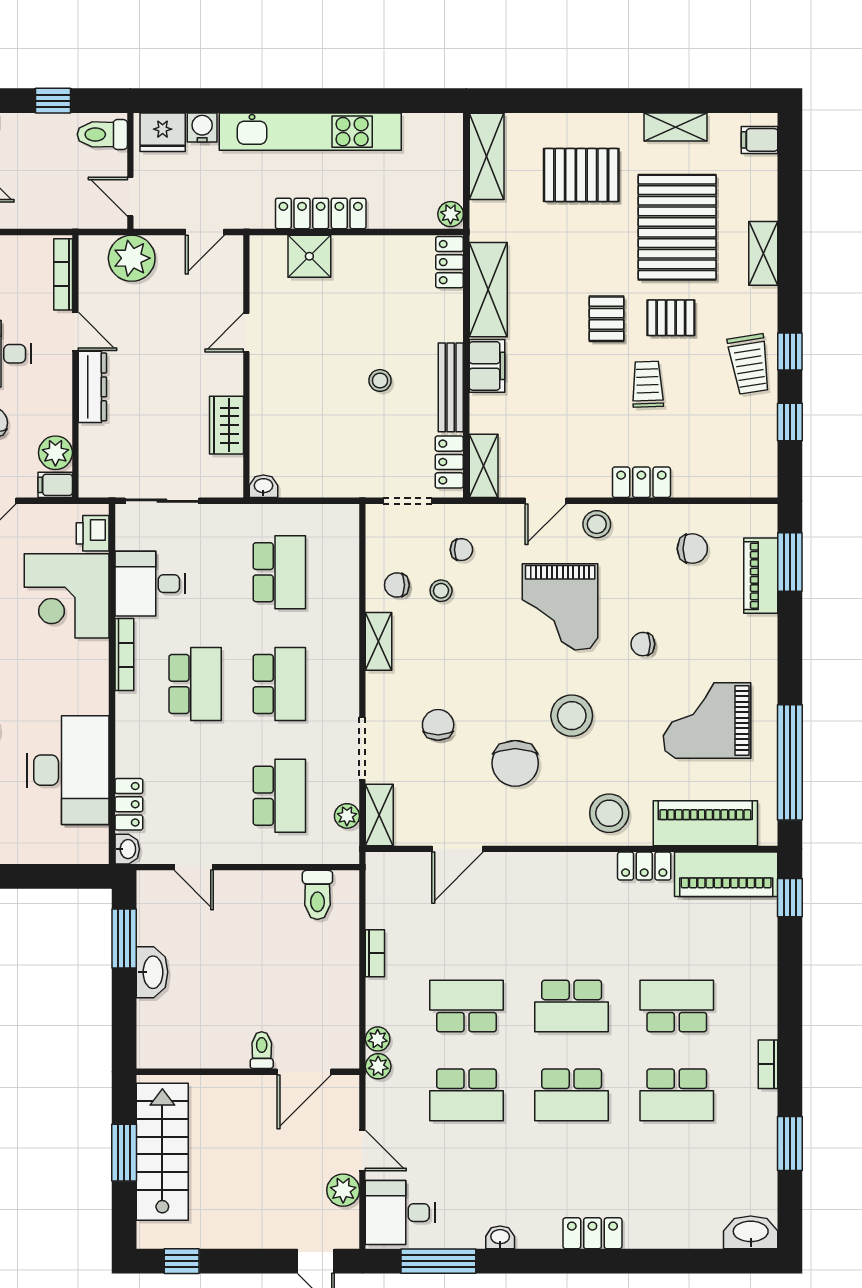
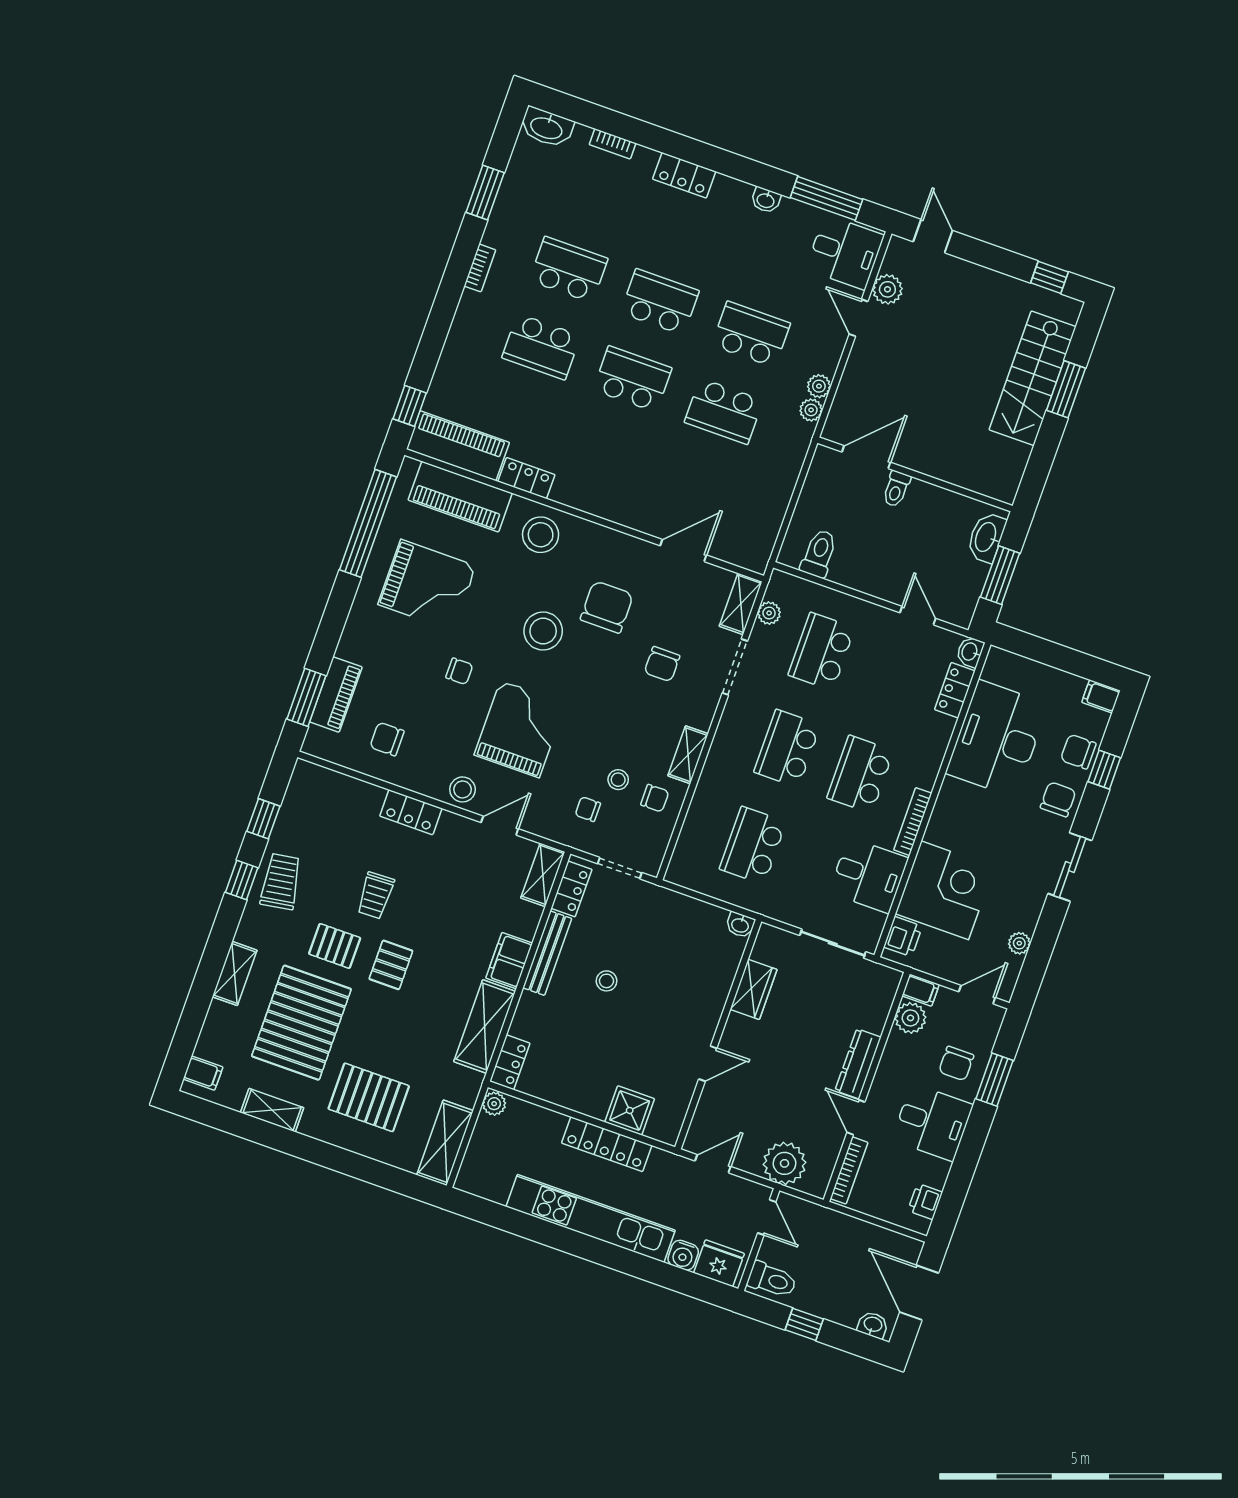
bookcase: (375, 953) -> (613, 144), moved, turned -90
toilet: (262, 1050) -> (896, 489), moved
wall: (248, 1072) -> (915, 474), moved
door: (304, 1072) -> (866, 457), moved

